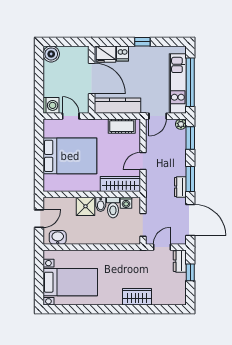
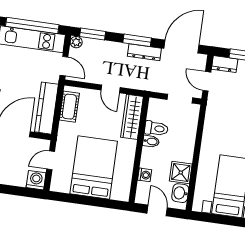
dresser: (180, 187) -> (144, 52), width x1.44
washing machine: (126, 203) -> (145, 175), moved
shower: (85, 206) -> (181, 173), moved

